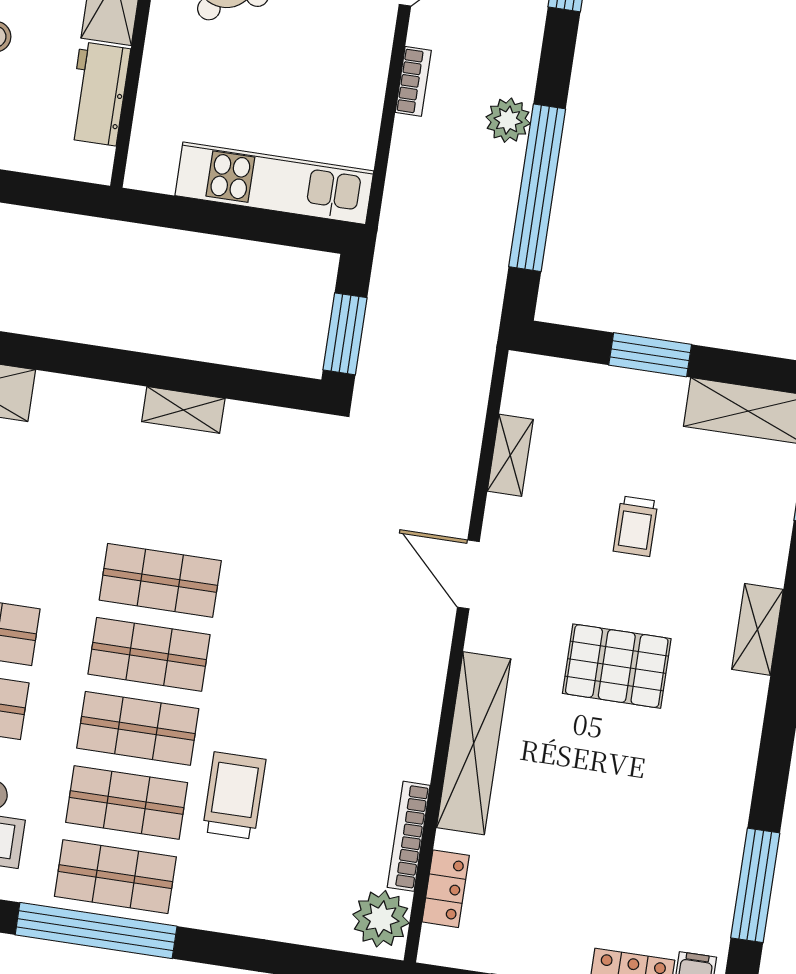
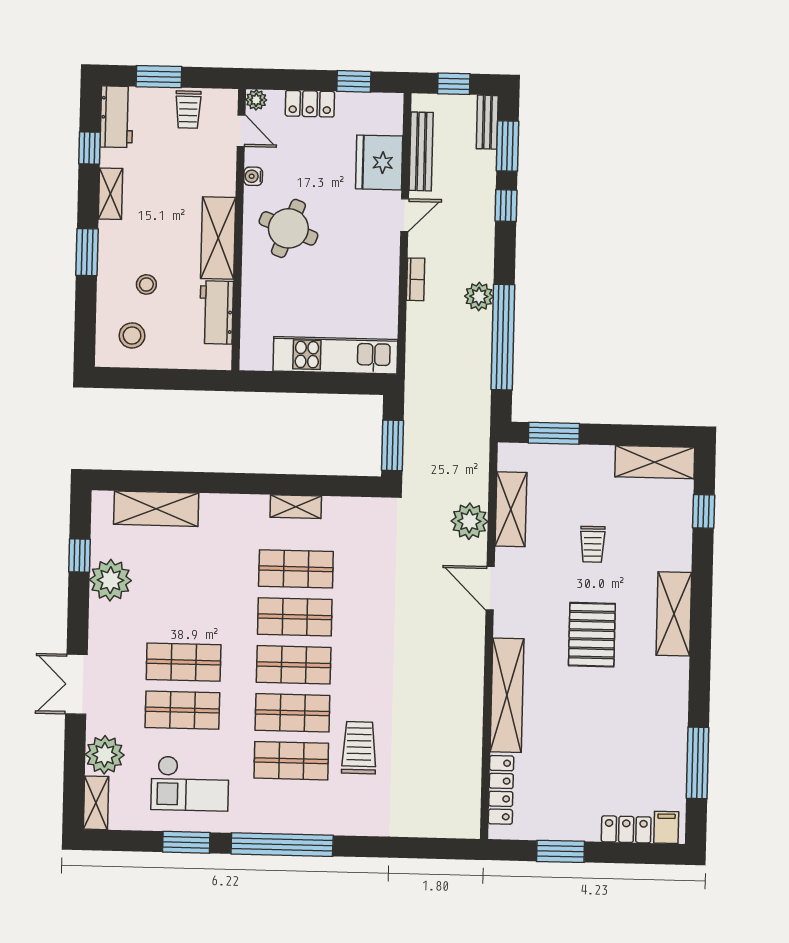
window: (650, 355) -> (554, 433), moved
shelving: (510, 455) -> (511, 509), width x1.50, depth x1.33
shelving: (758, 629) -> (674, 614), width x1.50, depth x1.33
pallet: (617, 666) -> (592, 635), turned 90
bookcase: (409, 836) -> (473, 760), removed
shop shelf: (115, 877) -> (296, 569), moved
locker: (446, 889) -> (501, 790), width x1.53
plant: (381, 919) -> (469, 521), moved

